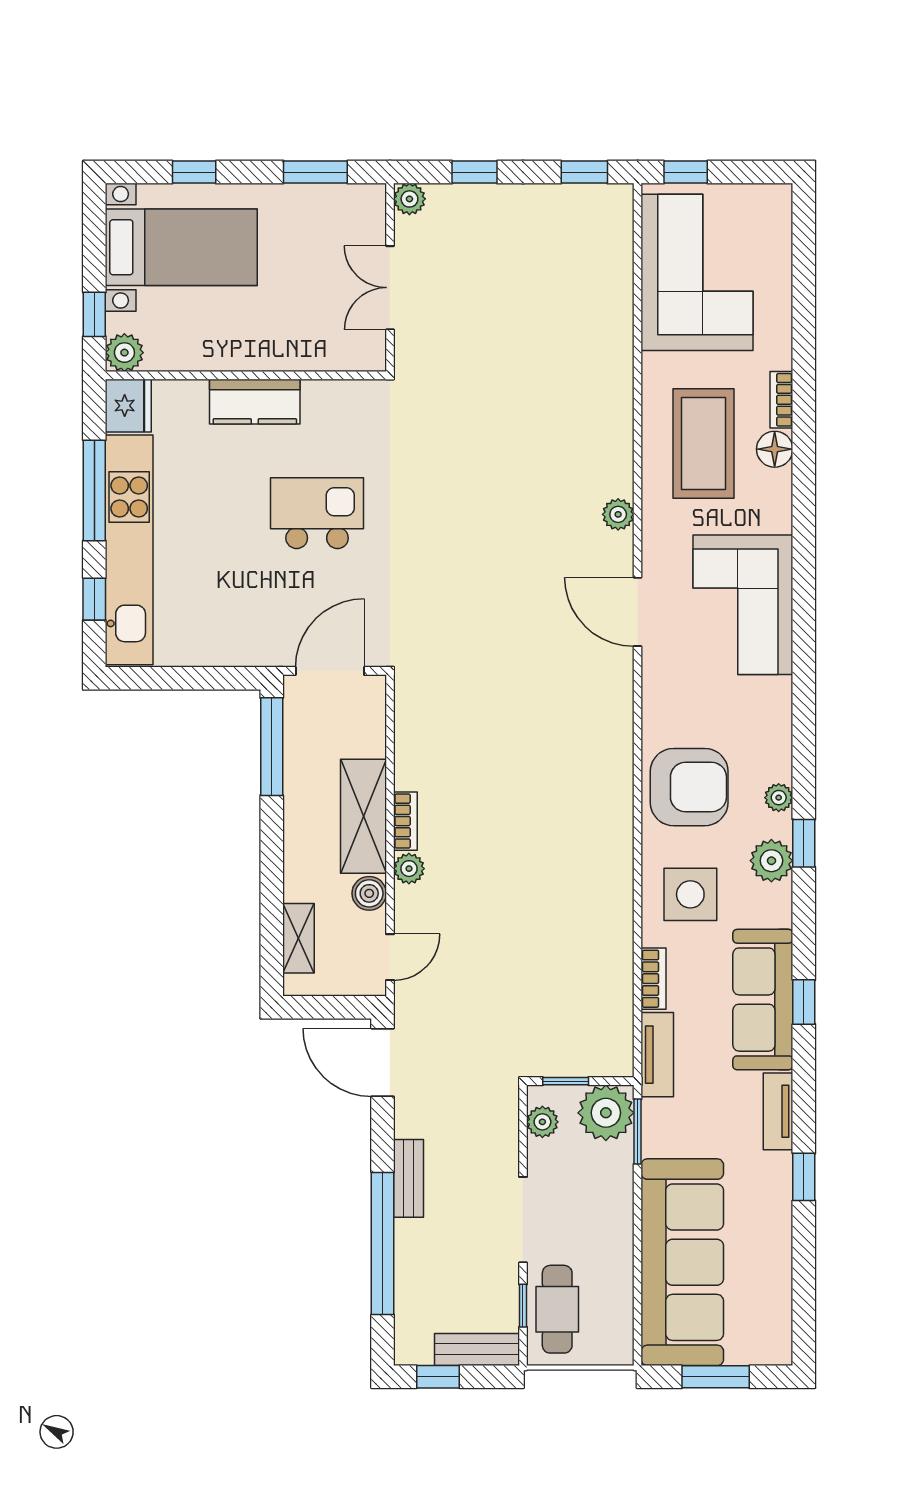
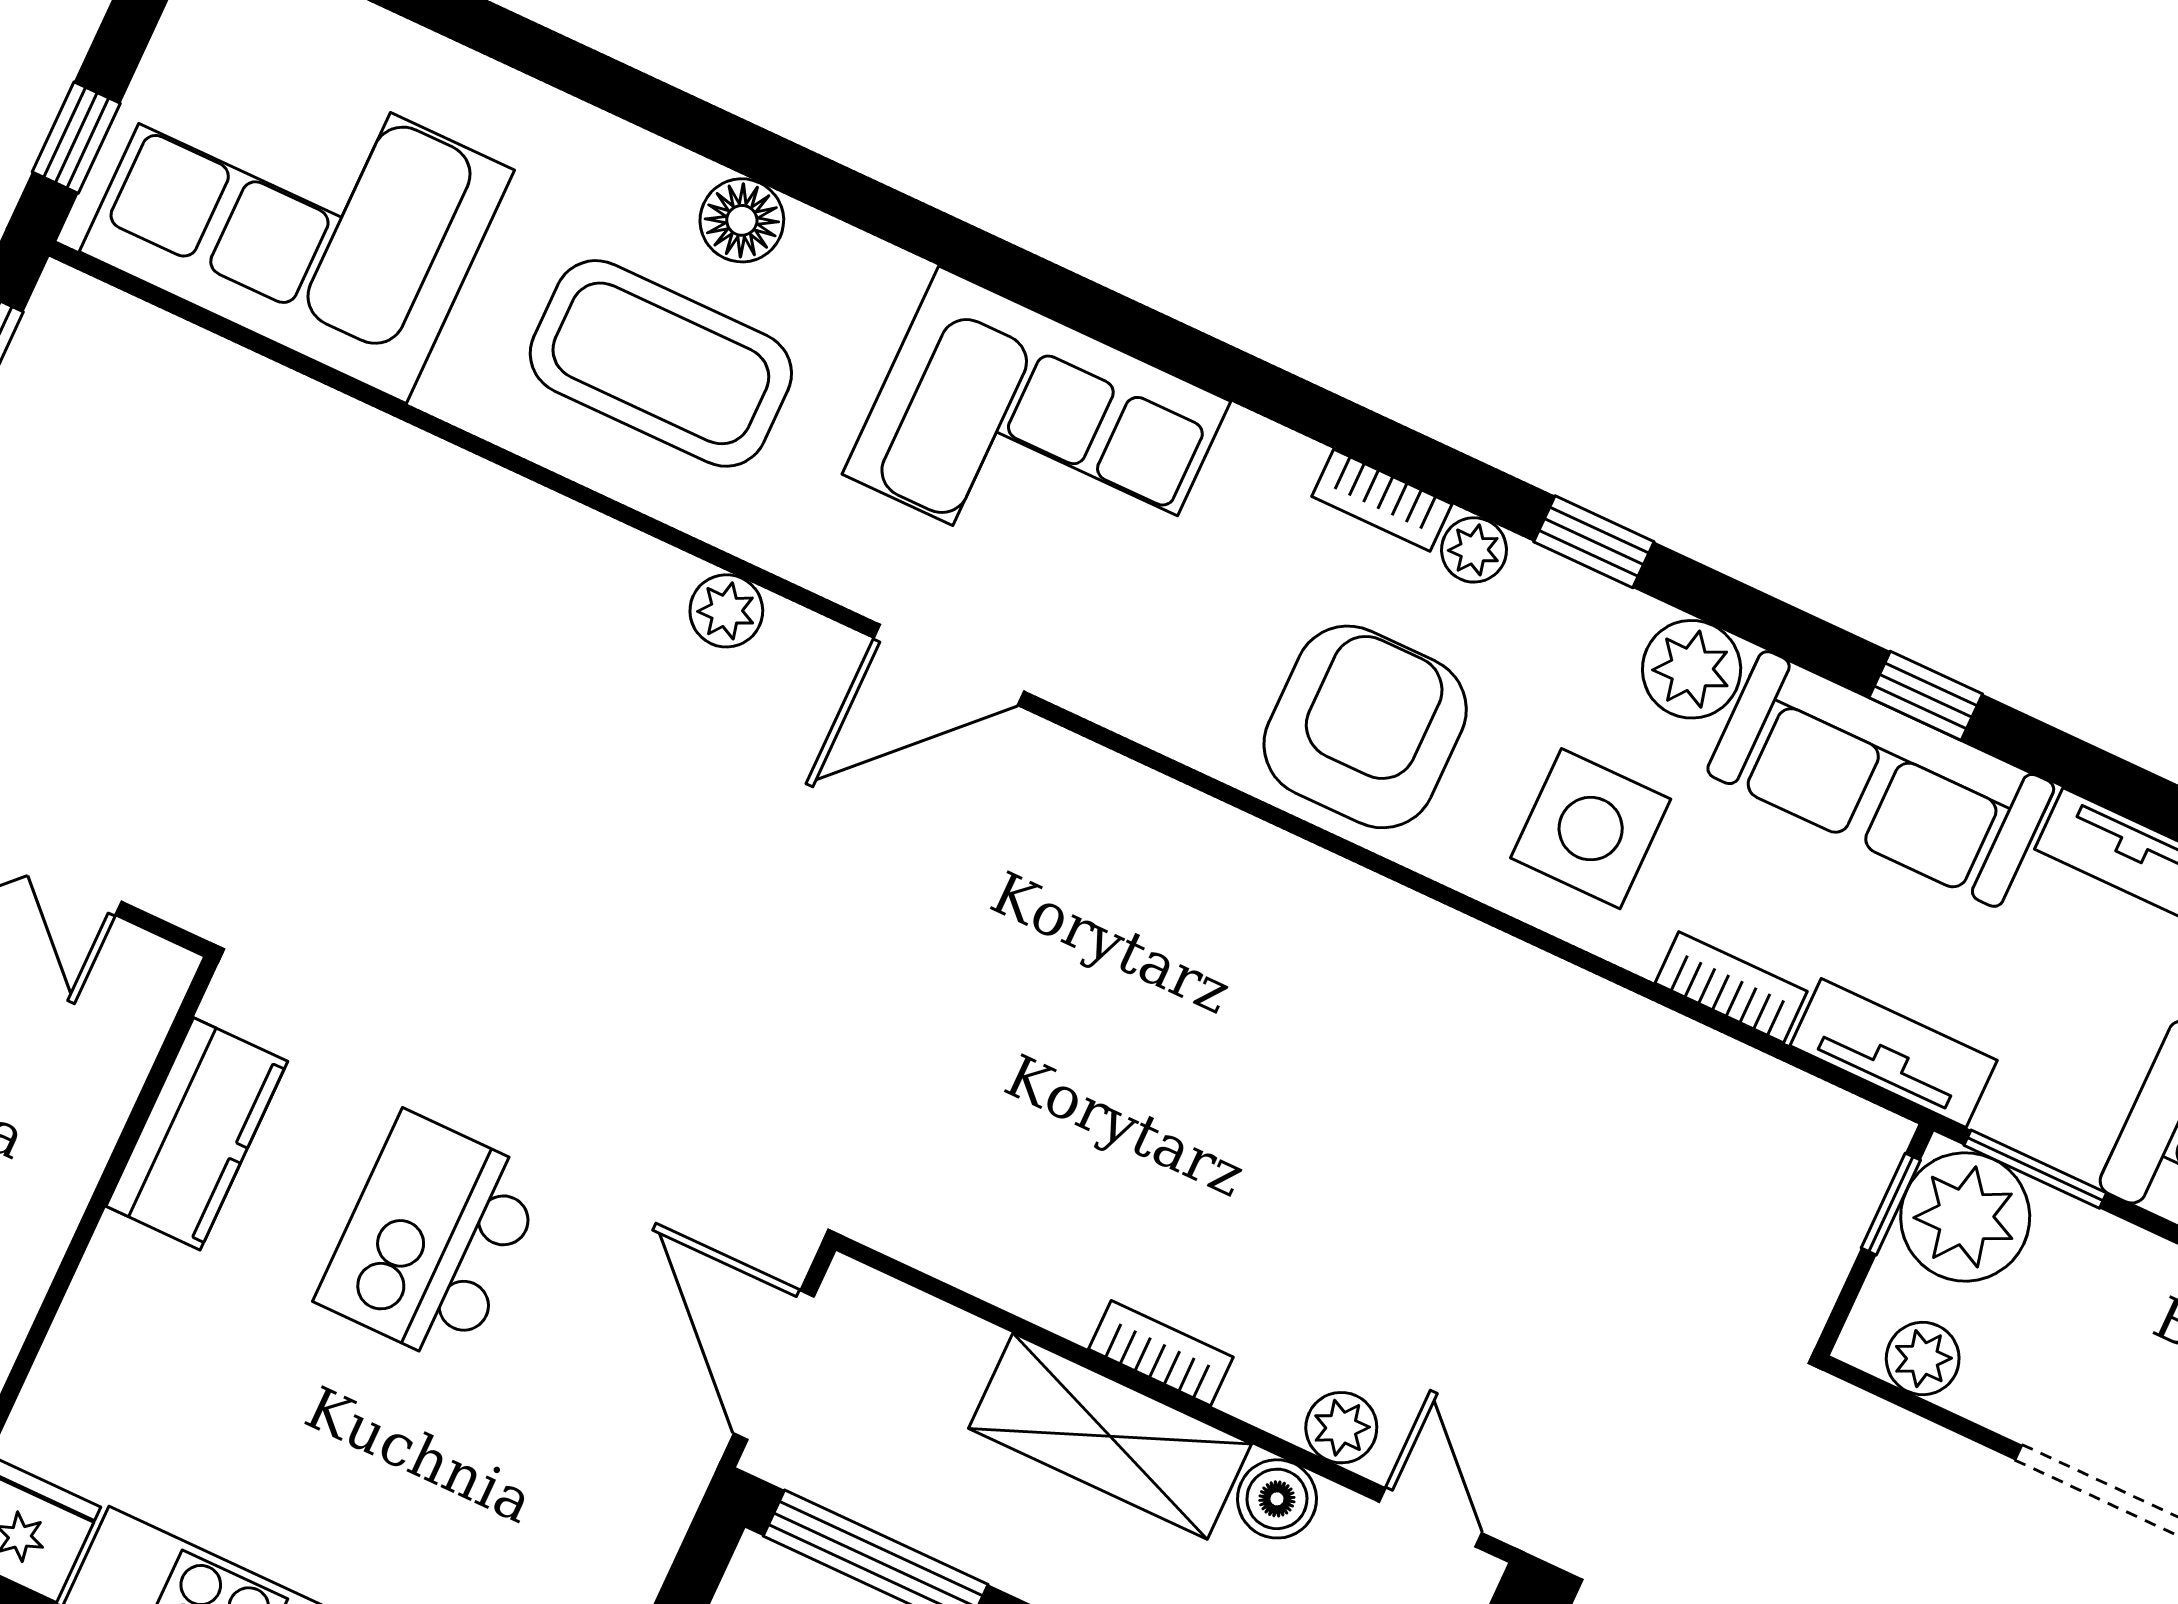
bookcase: (781, 400) -> (1382, 500), moved
kitchen counter: (255, 402) -> (197, 1134), moved
plant: (771, 861) -> (1692, 669), moved
plant: (409, 869) -> (1341, 1428), moved
window: (566, 1081) -> (1891, 1204), moved

